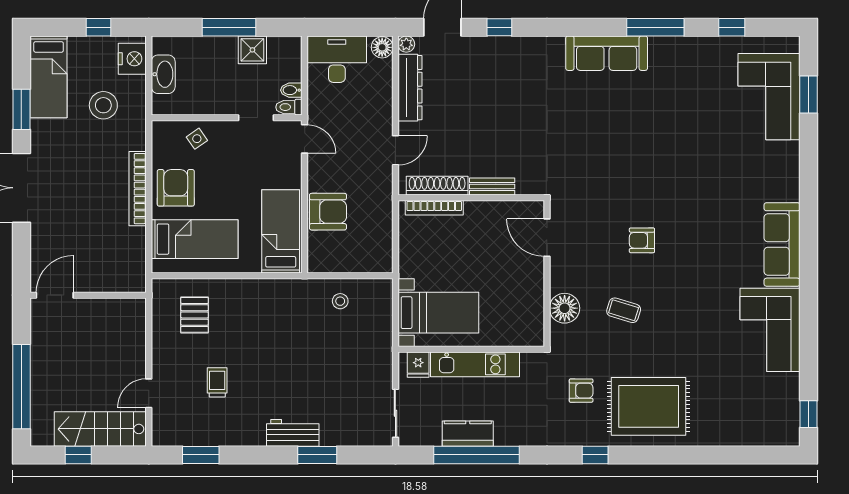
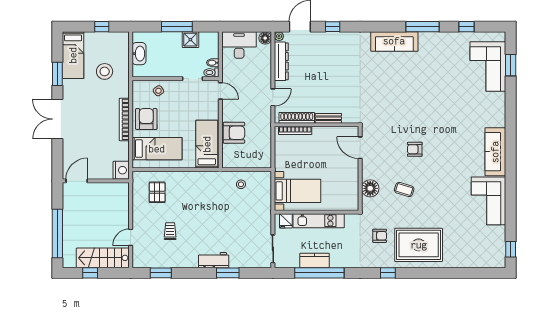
nightstand: (132, 59) -> (121, 170), moved

